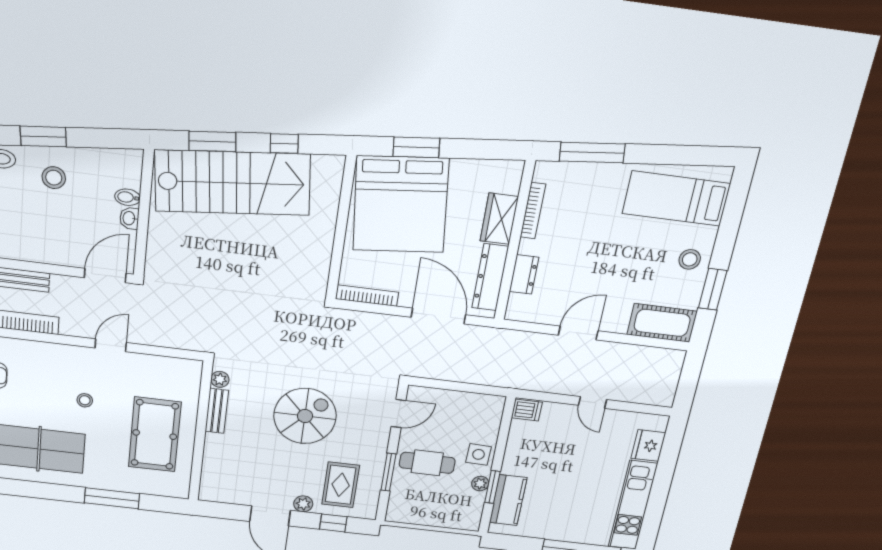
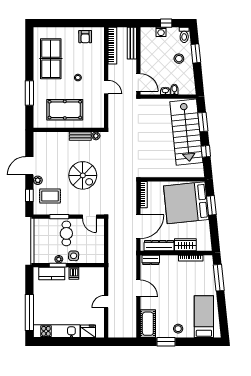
dresser: (524, 274) -> (151, 260), moved
dishwasher: (527, 410) -> (74, 273), moved

